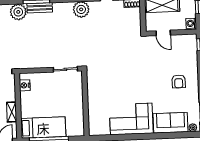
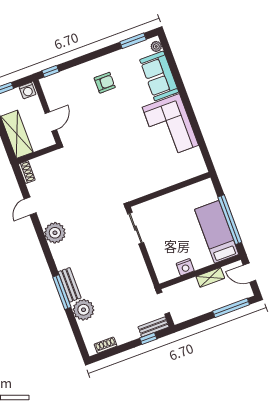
nightstand: (25, 85) -> (185, 267), moved

